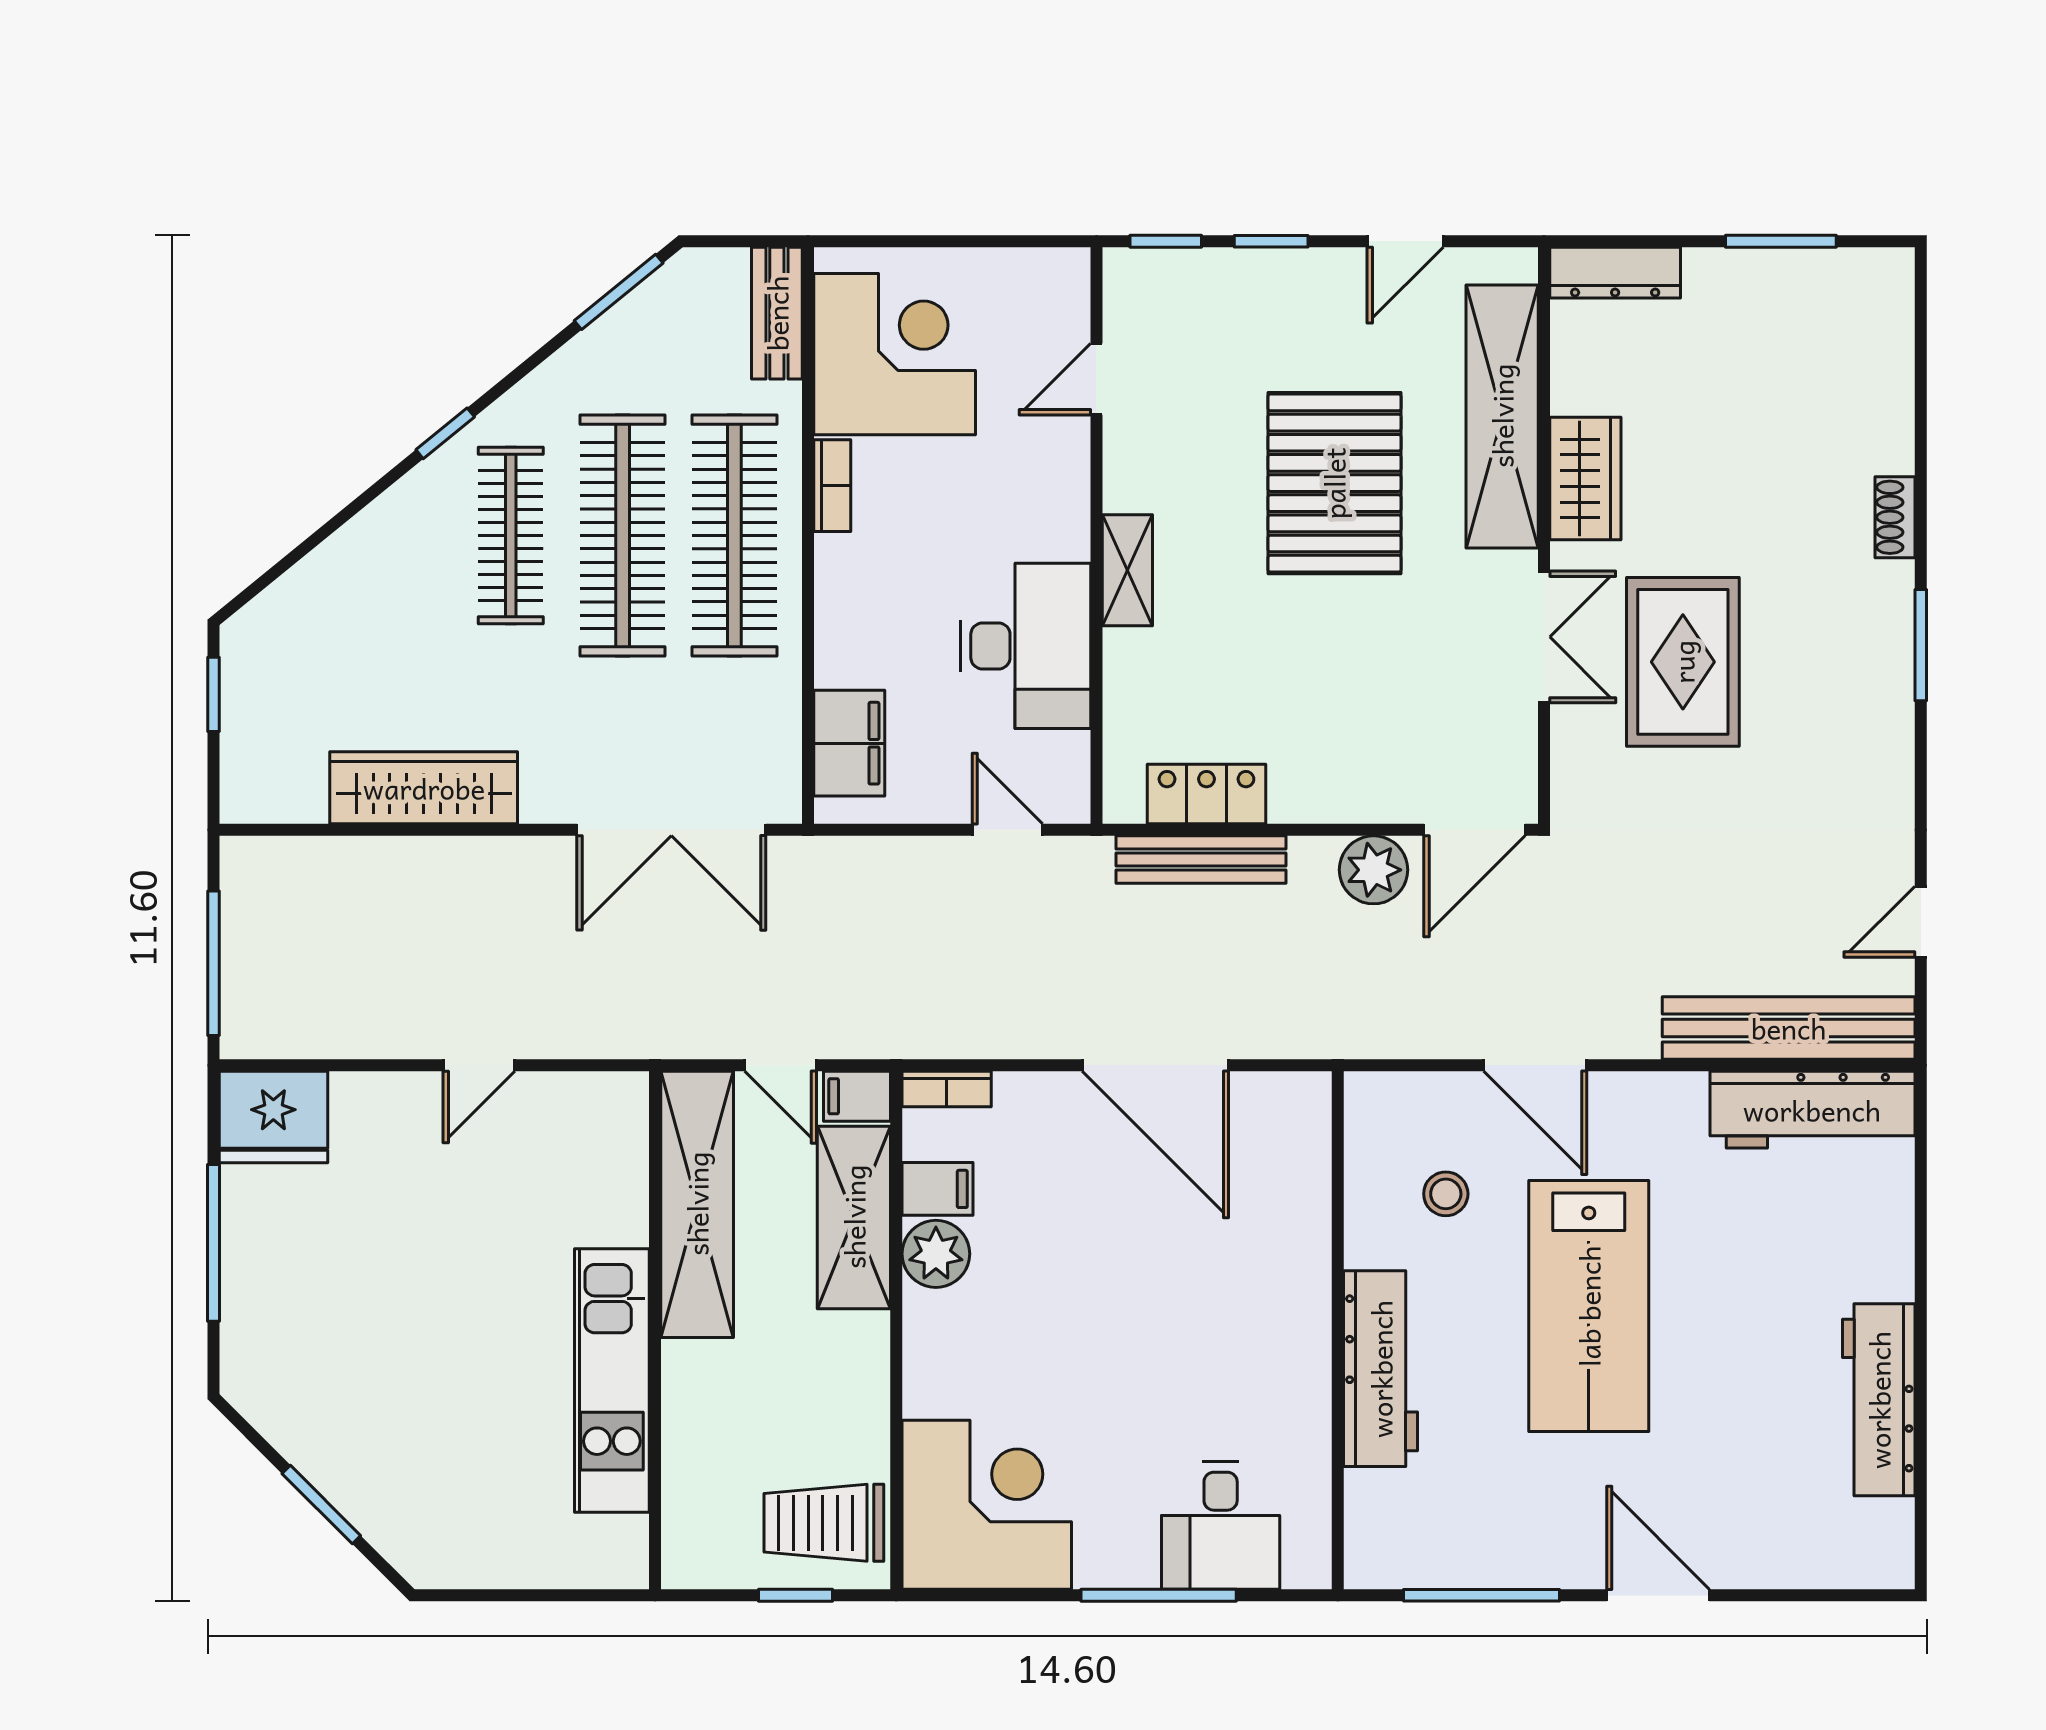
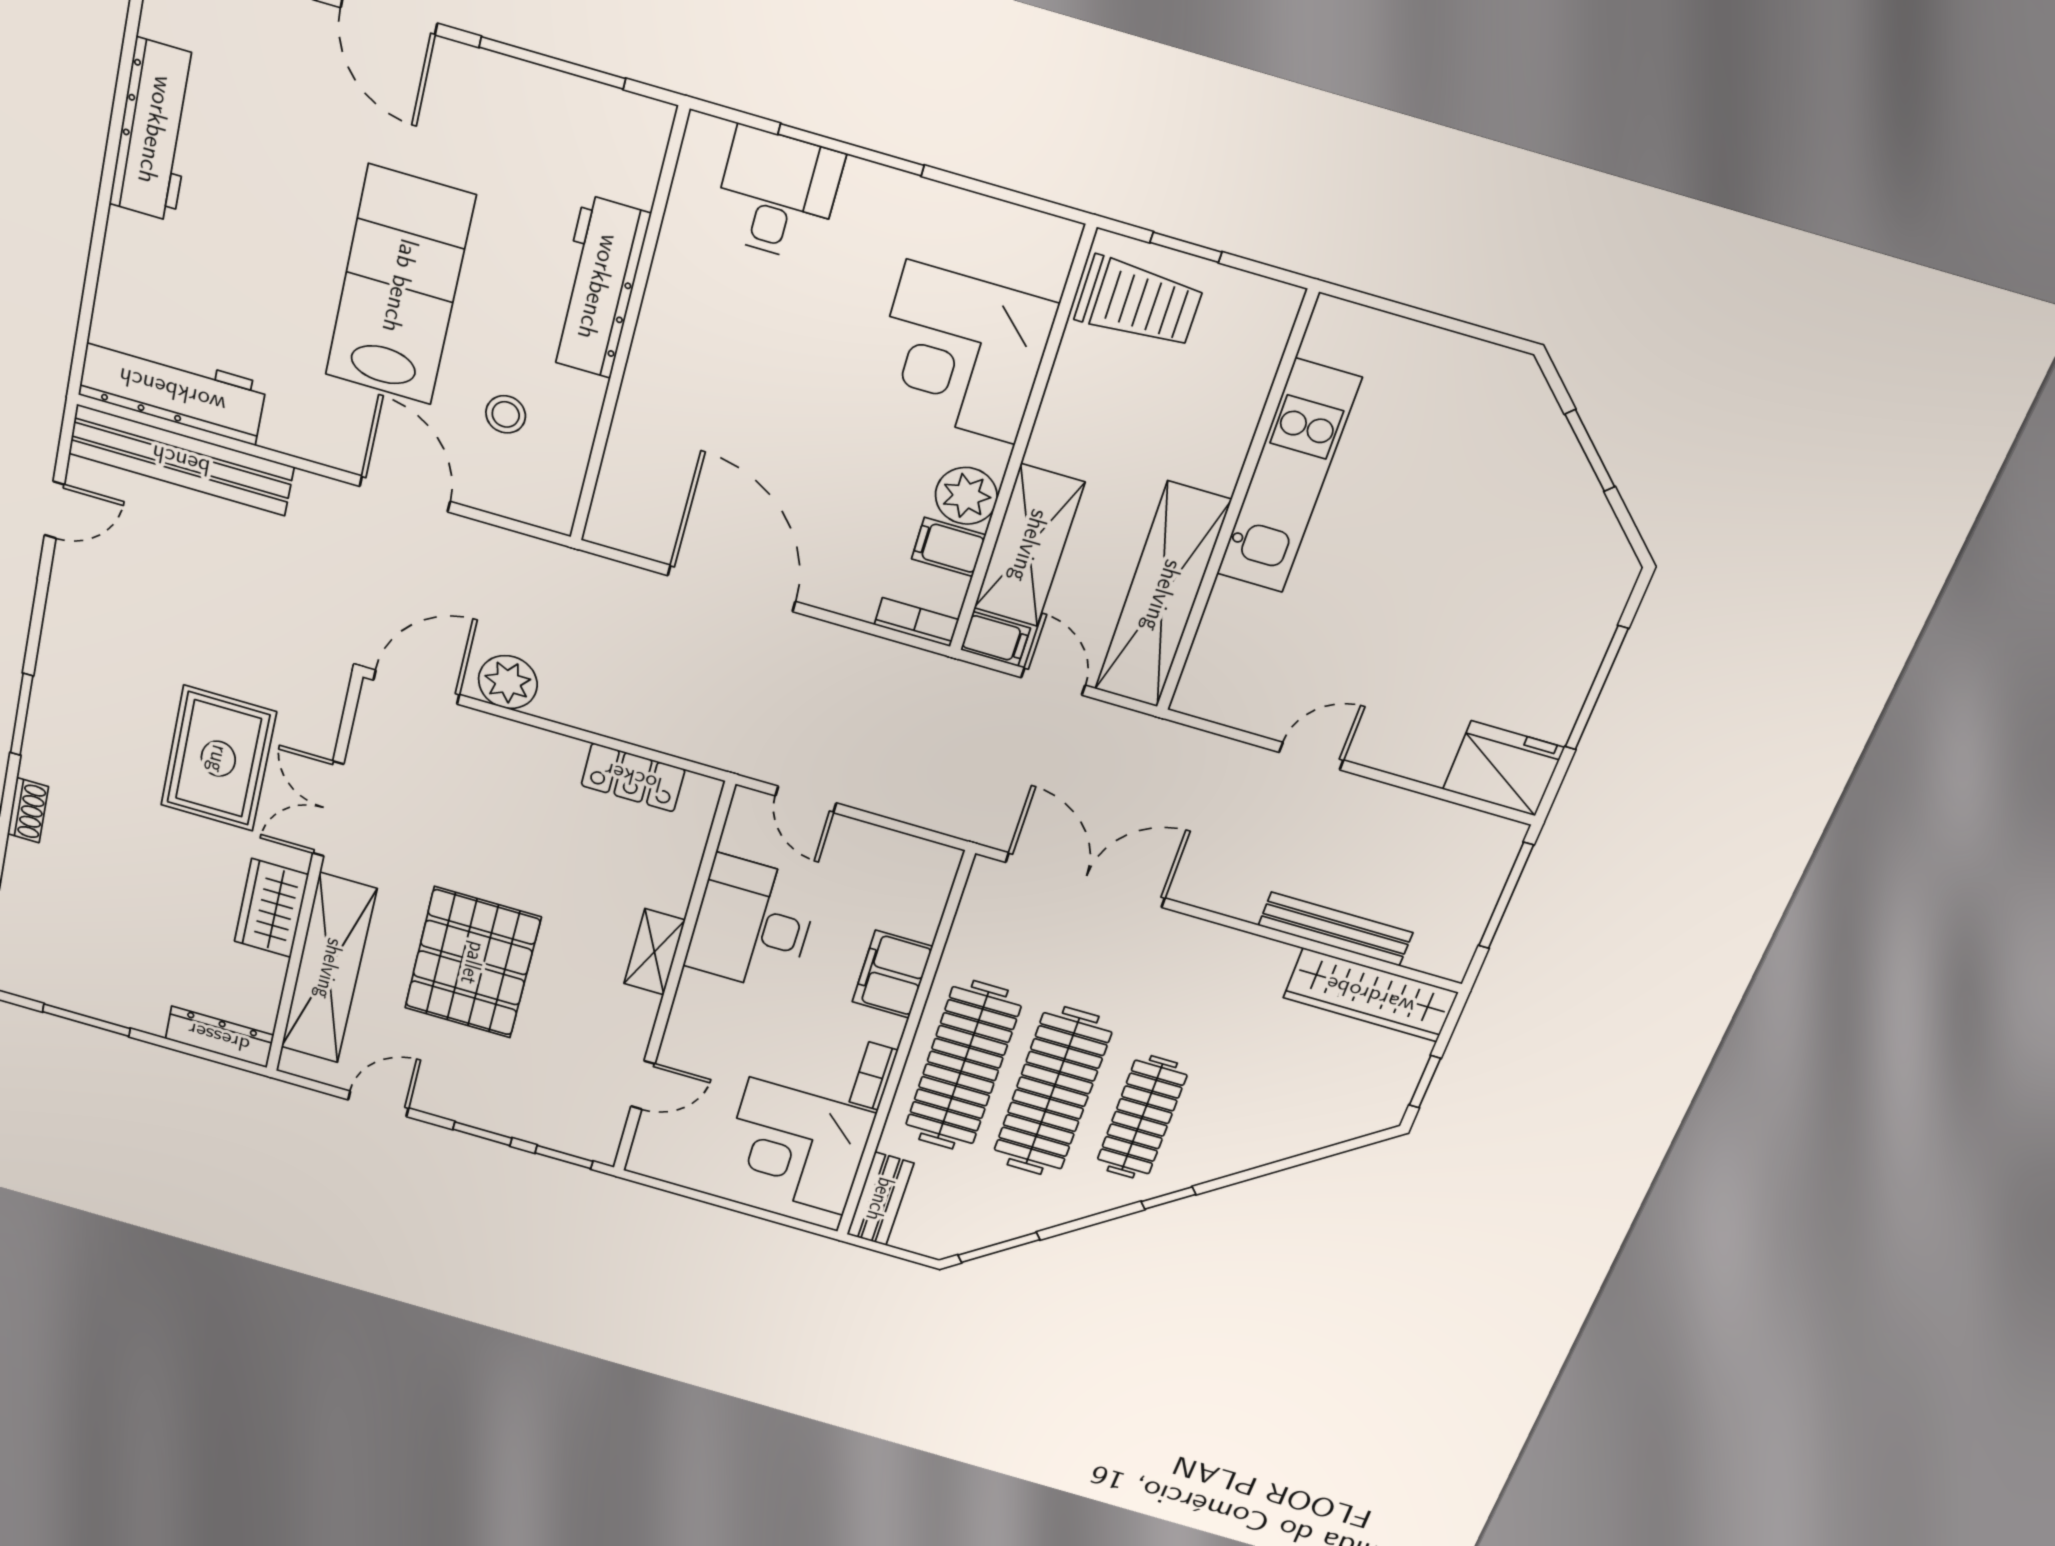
filing cabinet: (849, 743) -> (892, 974), moved
wardrobe: (424, 788) -> (1370, 995), moved
bench: (1201, 860) -> (1335, 929), moved
corner desk: (987, 1505) -> (961, 353), moved

